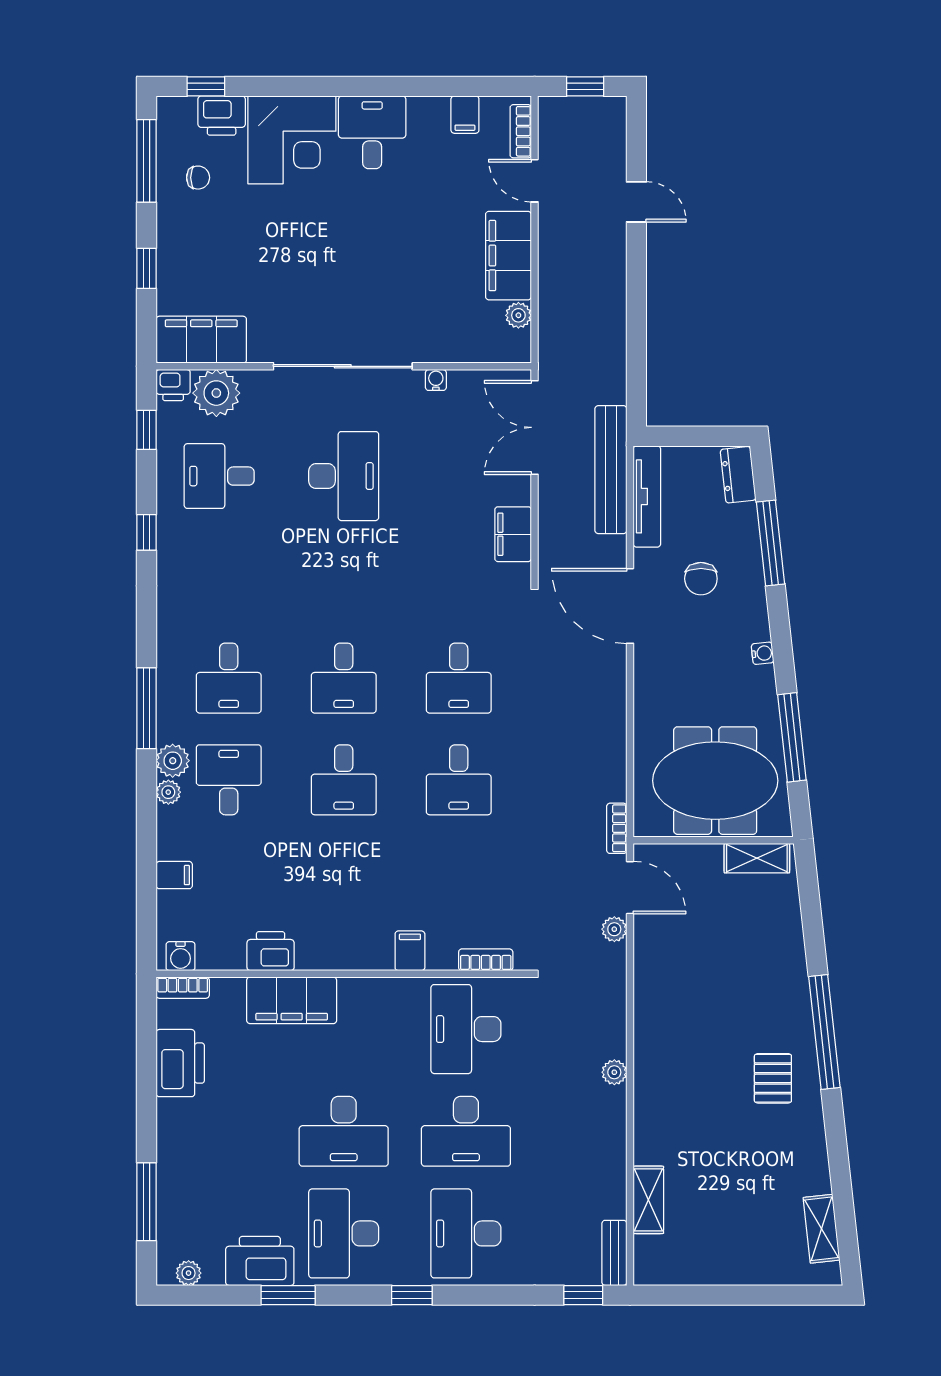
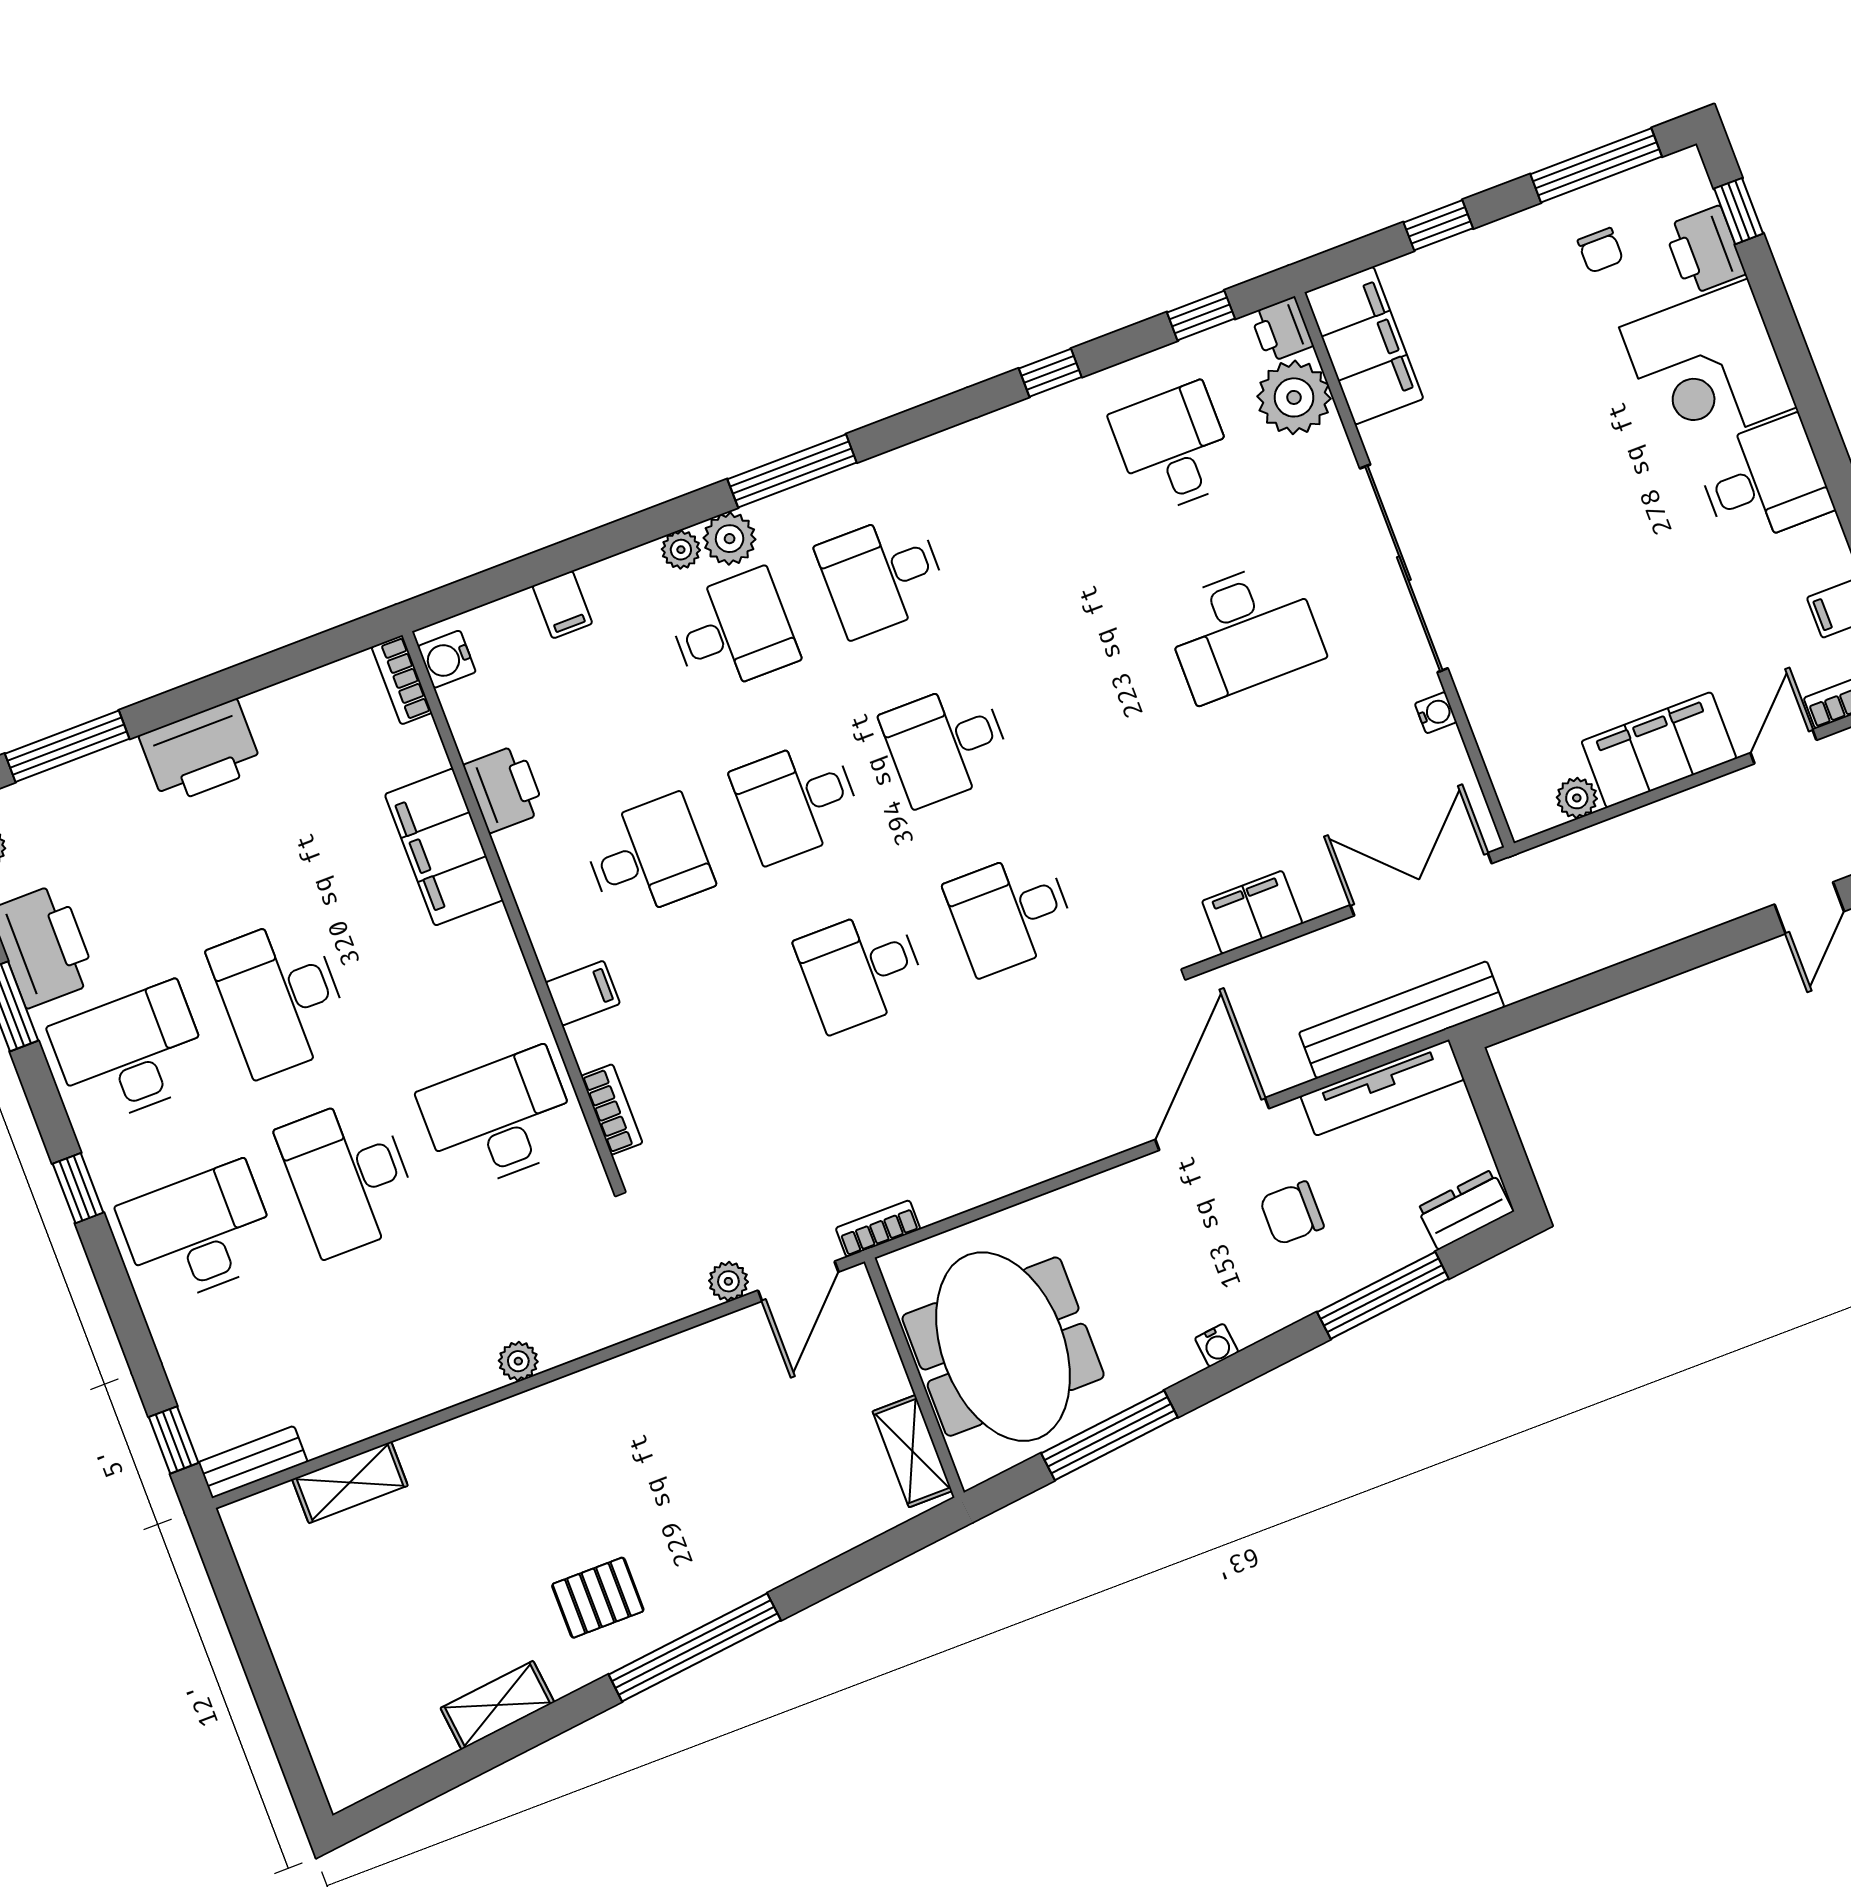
desk: (344, 881) -> (648, 857), added
printer: (180, 1063) -> (201, 752), moved
shelving: (821, 1229) -> (497, 1705), moved

